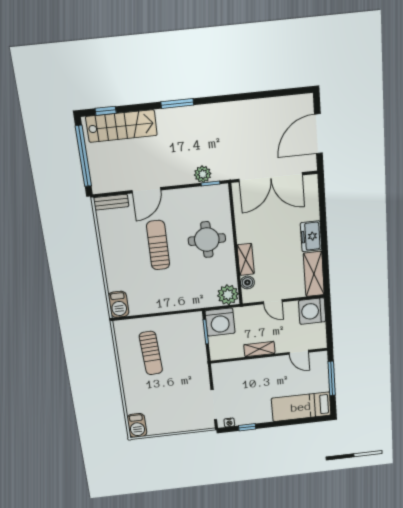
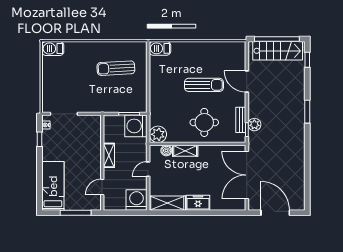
stairs: (122, 126) -> (278, 51), moved, turned -90
bench: (111, 202) -> (241, 120), moved

